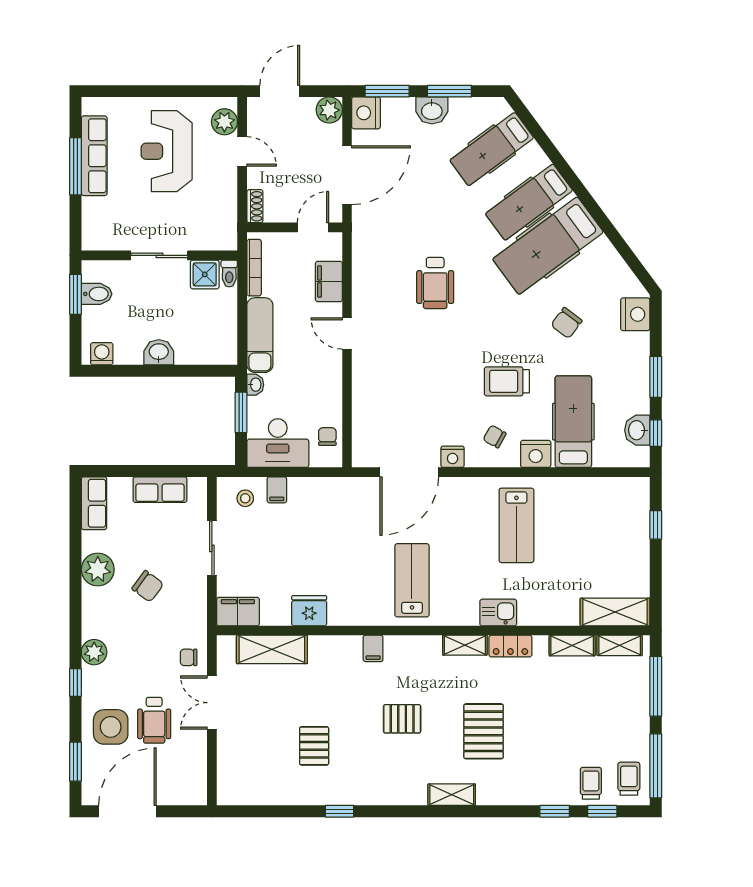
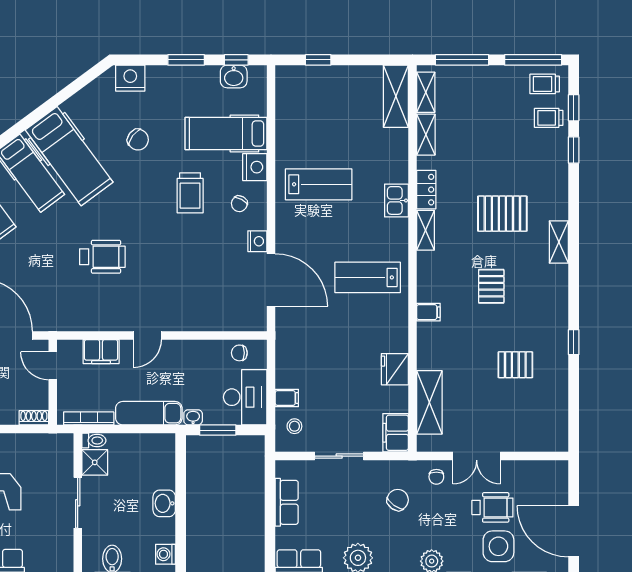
chair: (148, 586) -> (398, 500), moved

